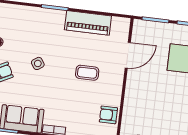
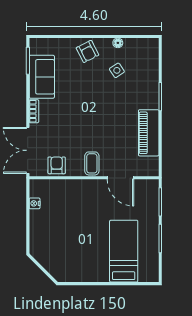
side table: (38, 63) -> (117, 70), moved
coffee table: (87, 73) -> (92, 163), moved

